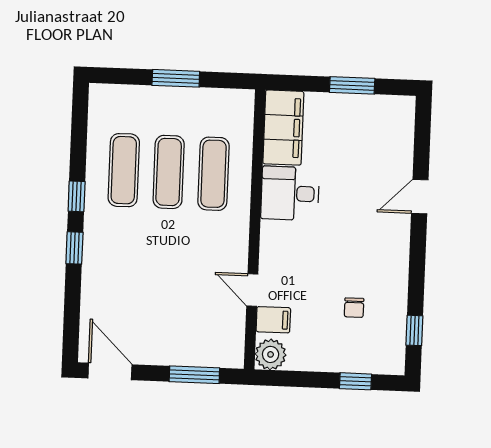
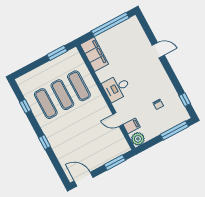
window: (176, 78) -> (57, 53), moved
window: (352, 85) -> (110, 24), width x2.11
desk: (290, 193) -> (117, 88), moved
window: (77, 196) -> (25, 106), moved
door: (420, 197) -> (158, 50), swing flipped
window: (355, 381) -> (174, 131), width x2.17

